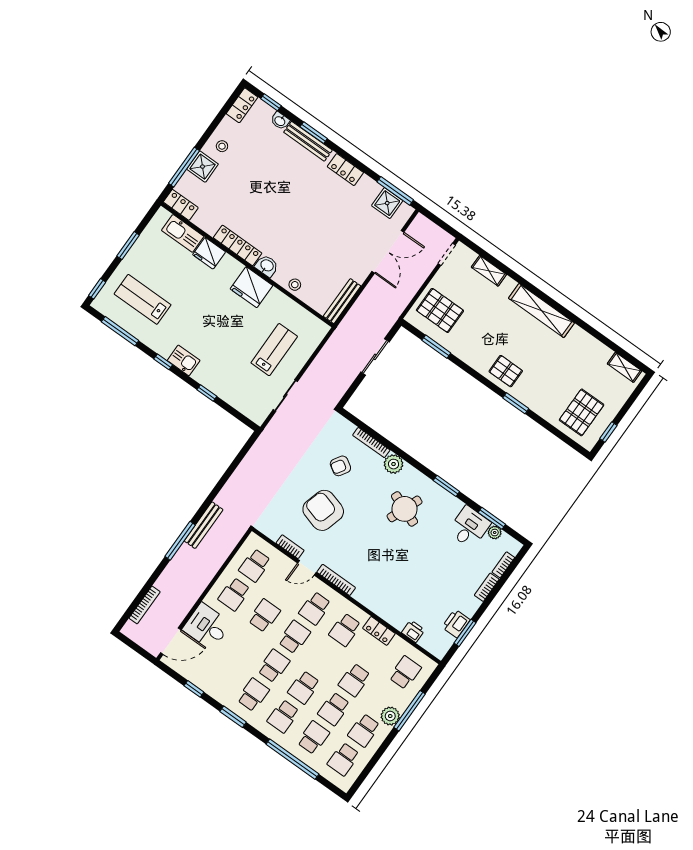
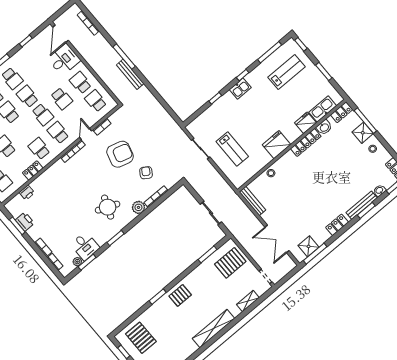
washbasin: (267, 266) -> (324, 127), moved
school desk: (274, 666) -> (27, 96), turned 180

